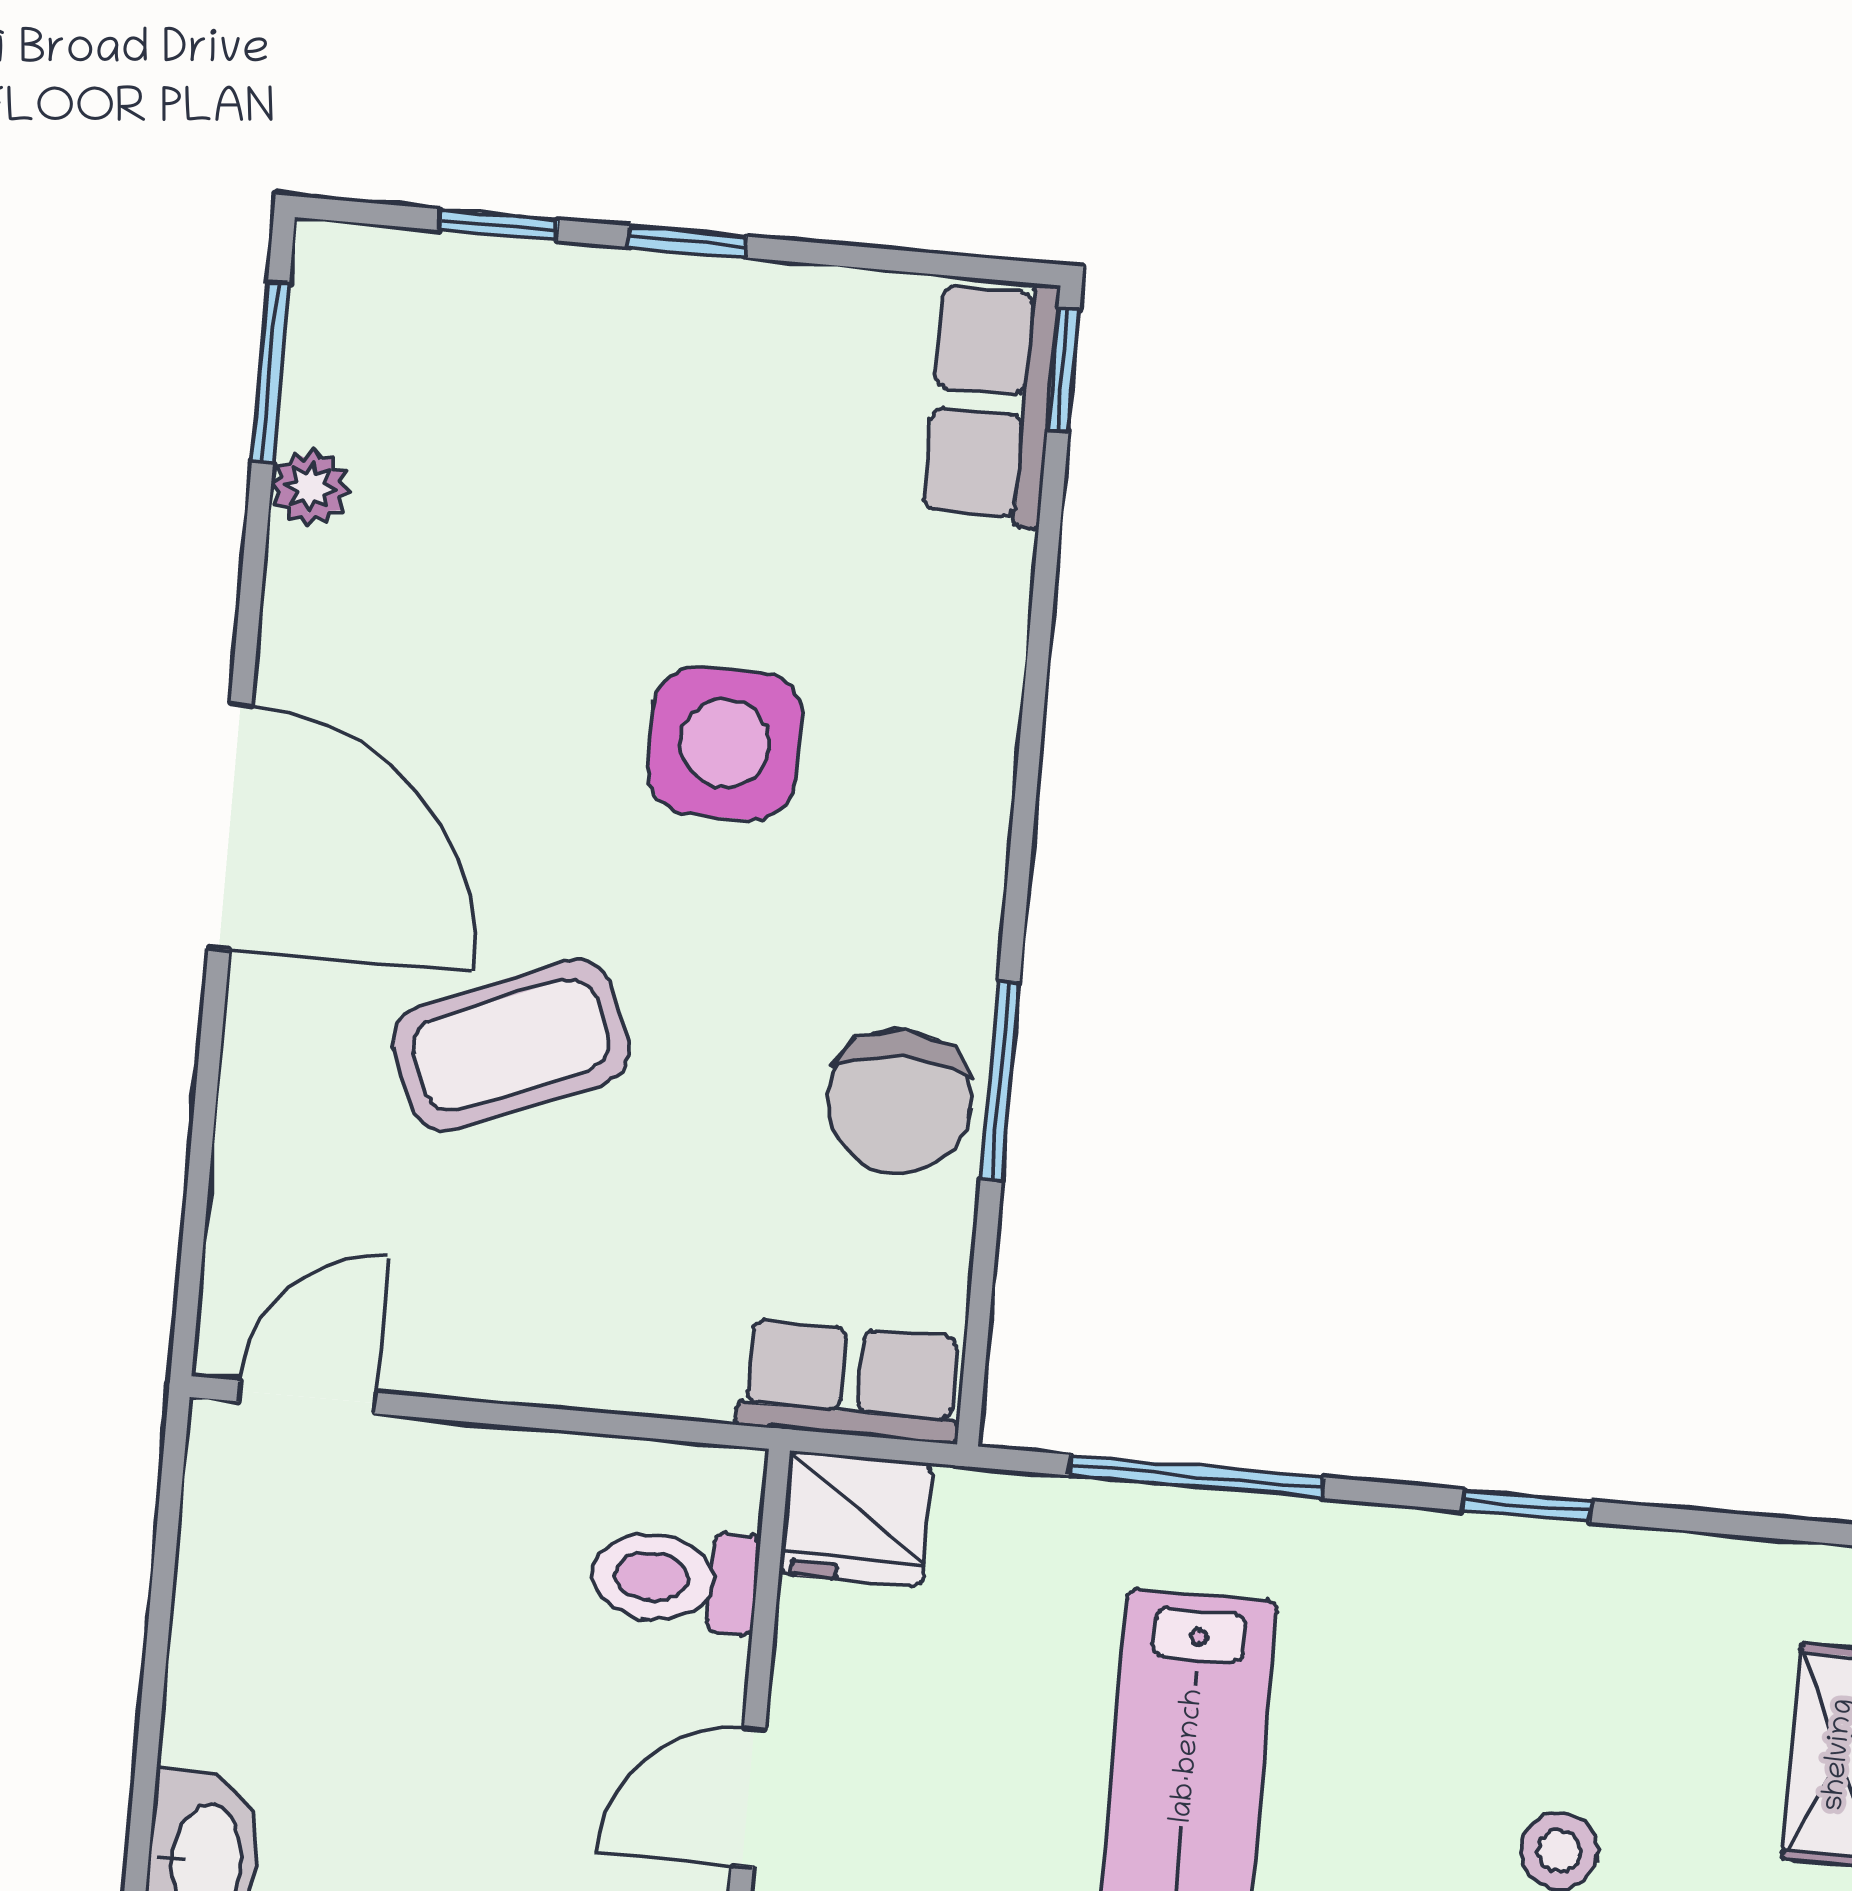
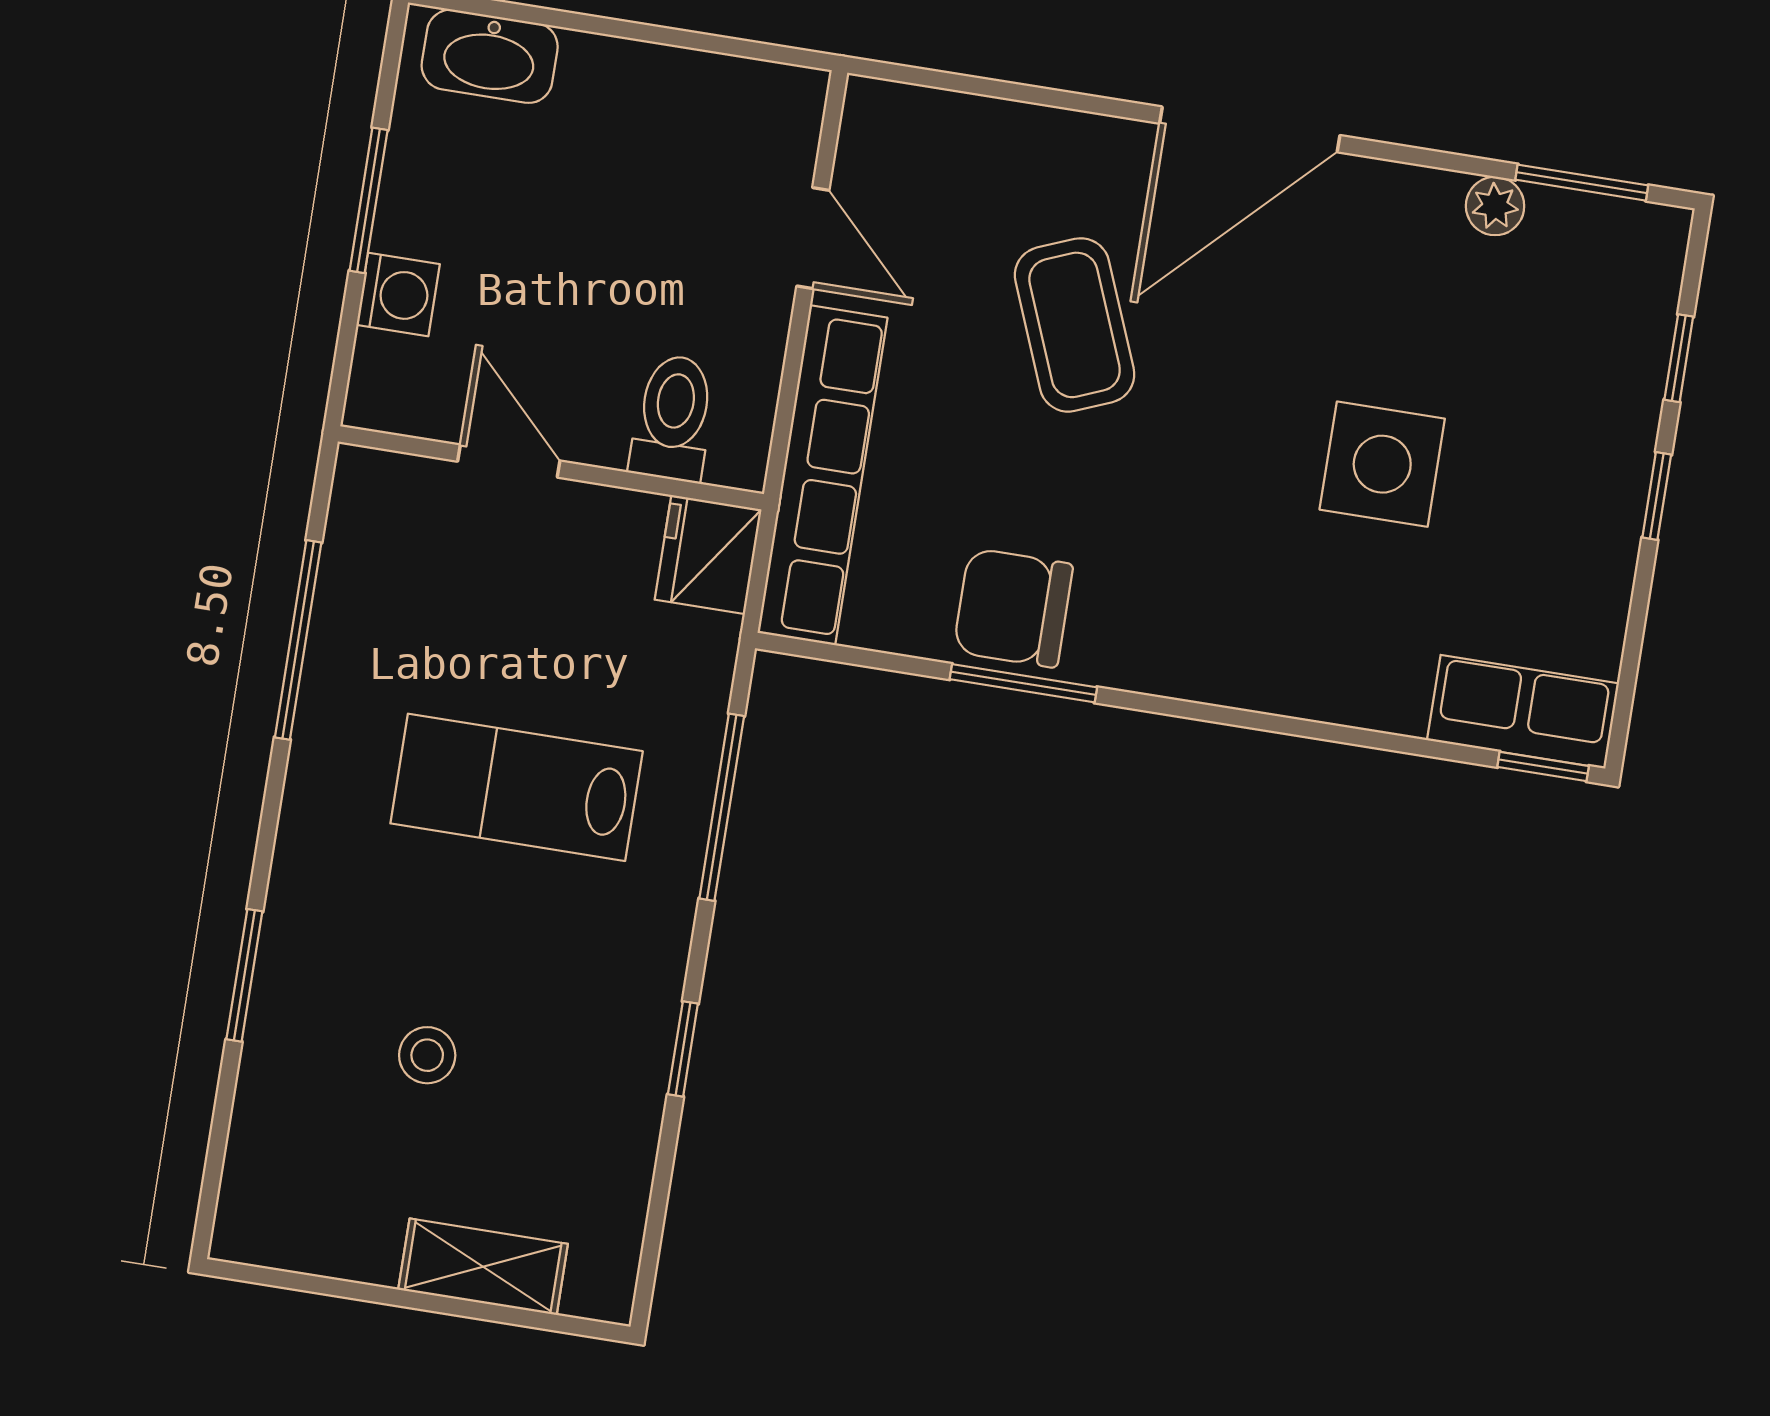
side table: (725, 743) -> (1382, 464), moved
row of seats: (851, 1382) -> (822, 475), width x2.02
door: (307, 1397) -> (813, 238), moved

